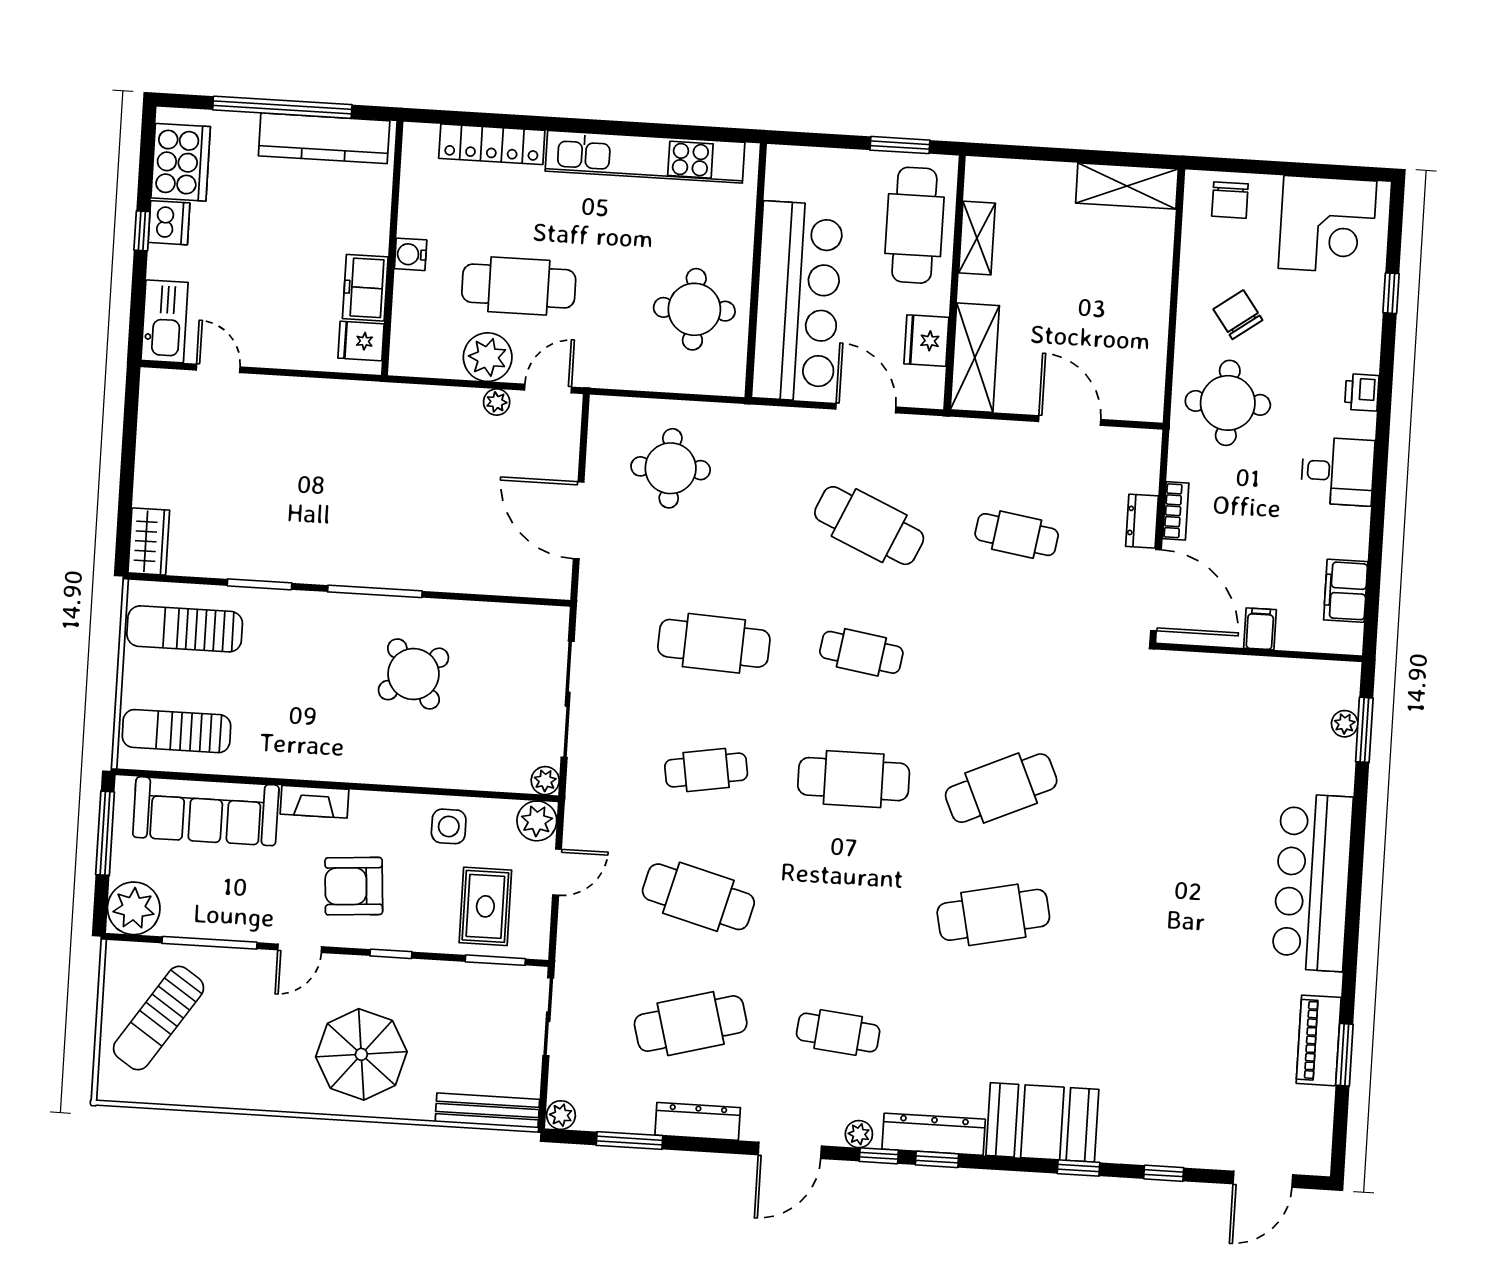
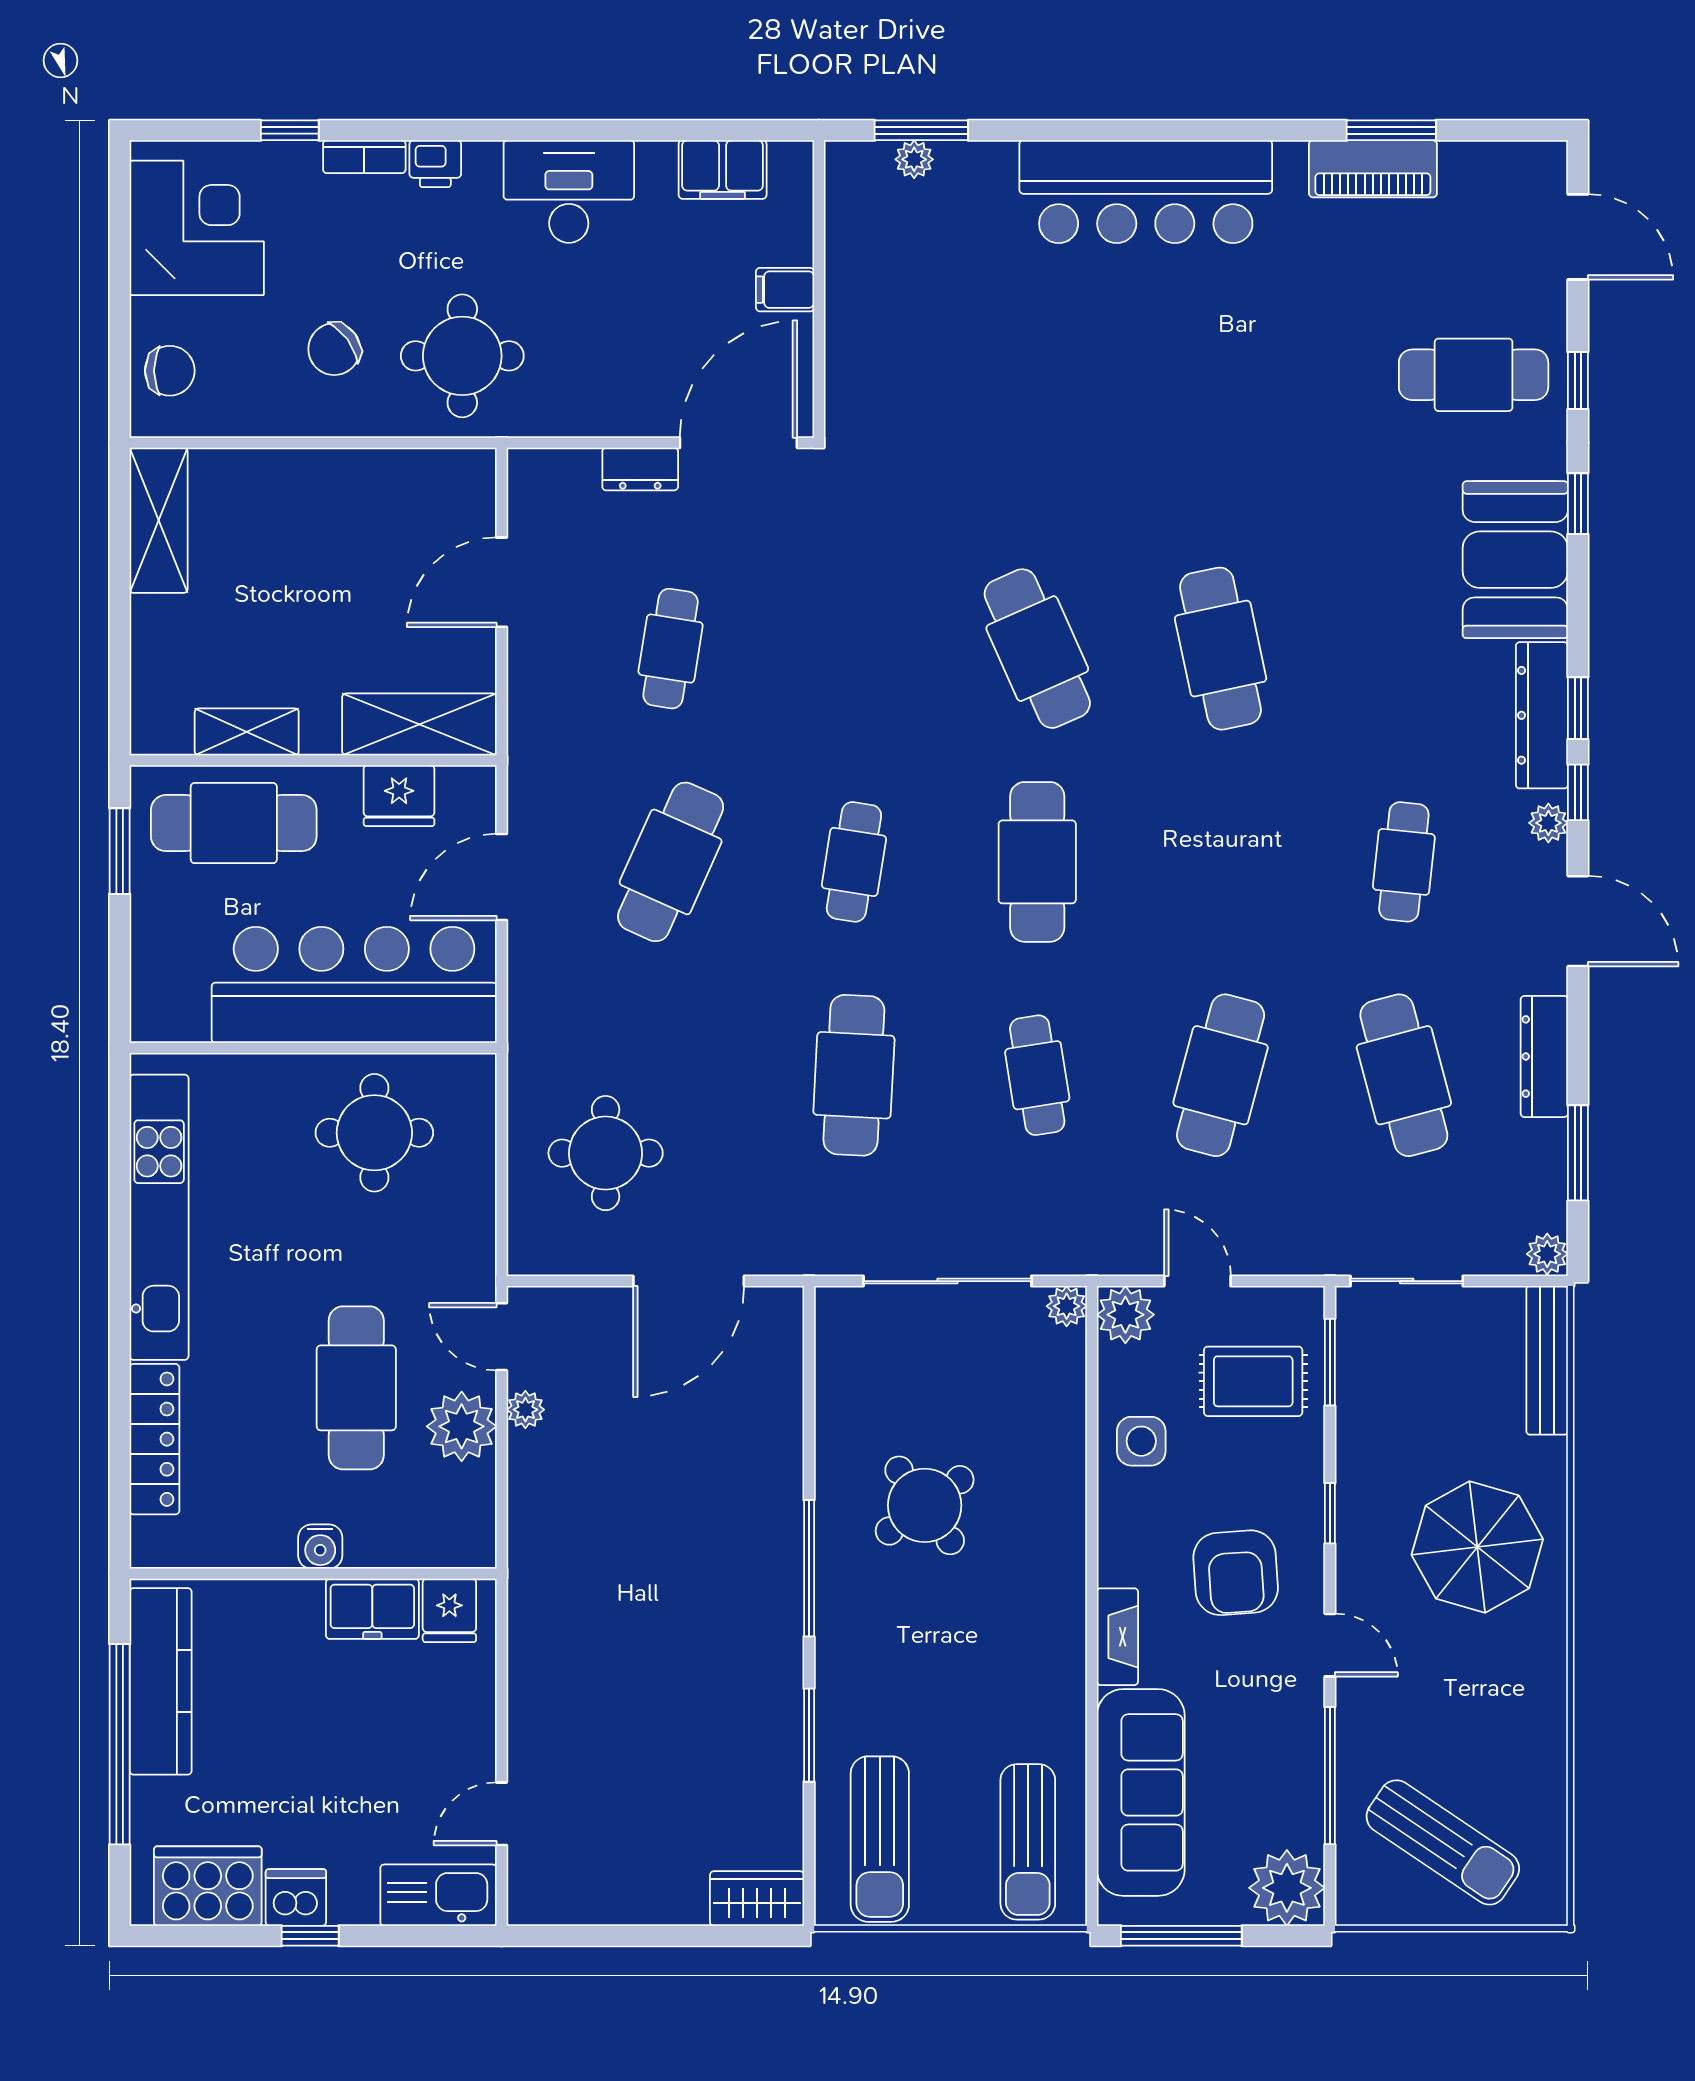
desk: (1338, 471) -> (569, 192), width x1.37
bookcase: (1176, 511) -> (364, 157), moved, turned 180
cafe table: (1172, 1101) -> (1474, 375), added

